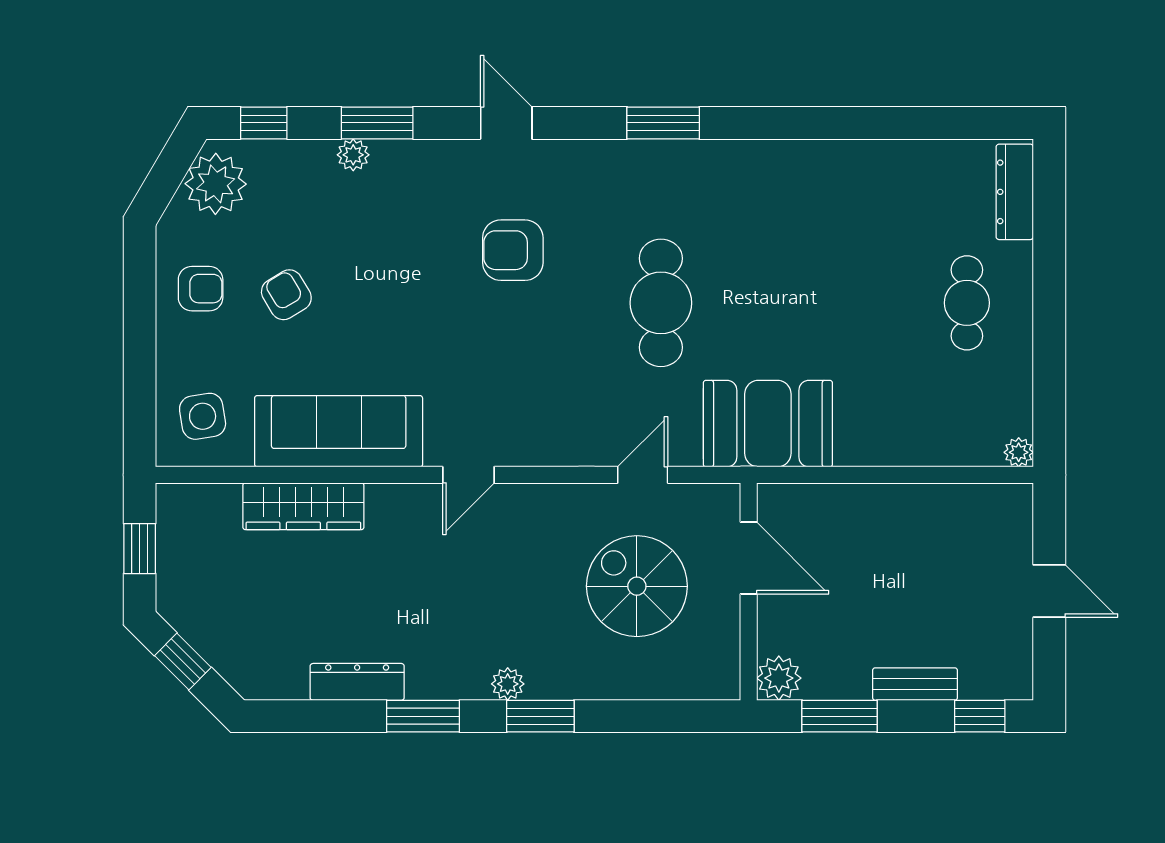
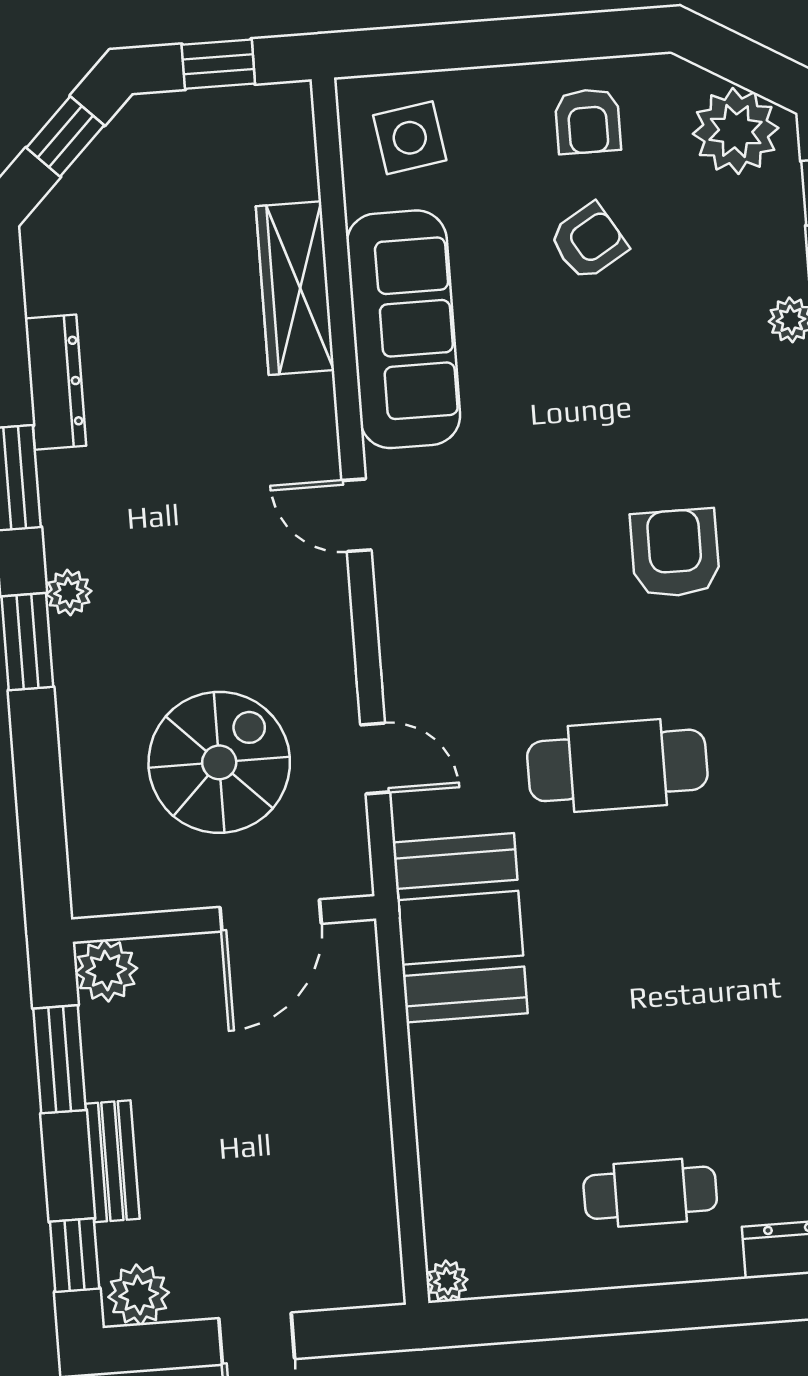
plant: (1012, 673) -> (139, 1295), added

